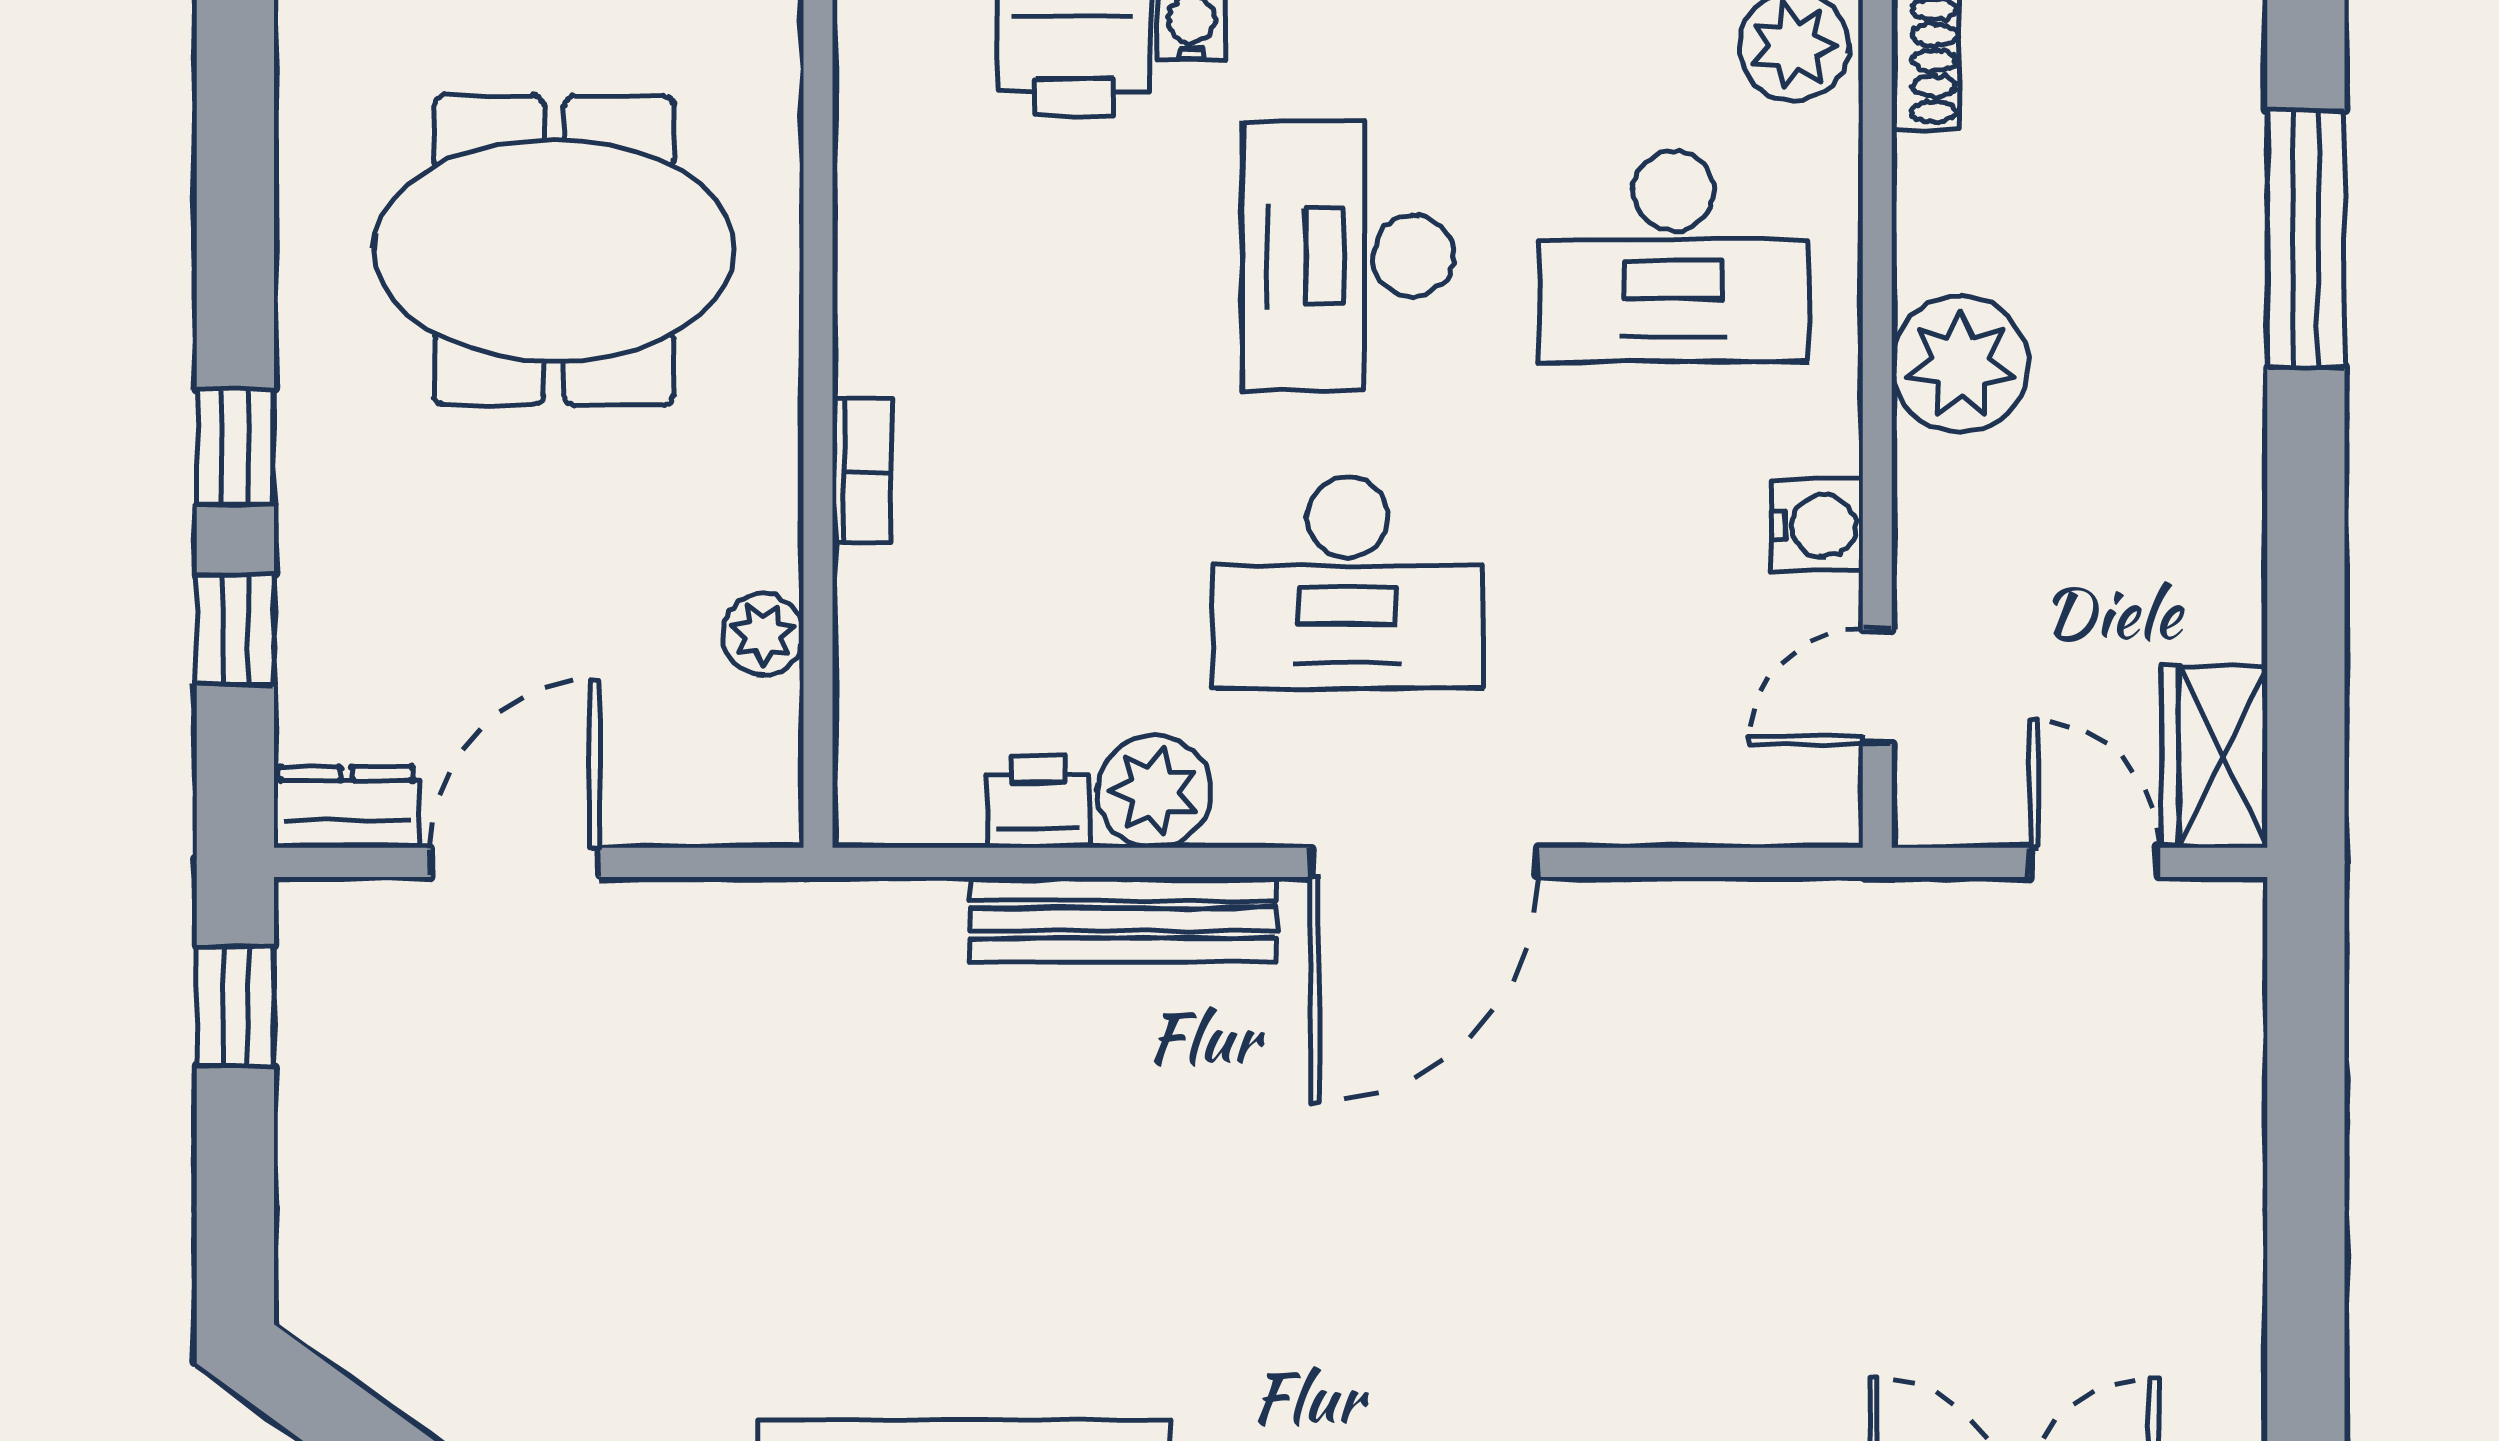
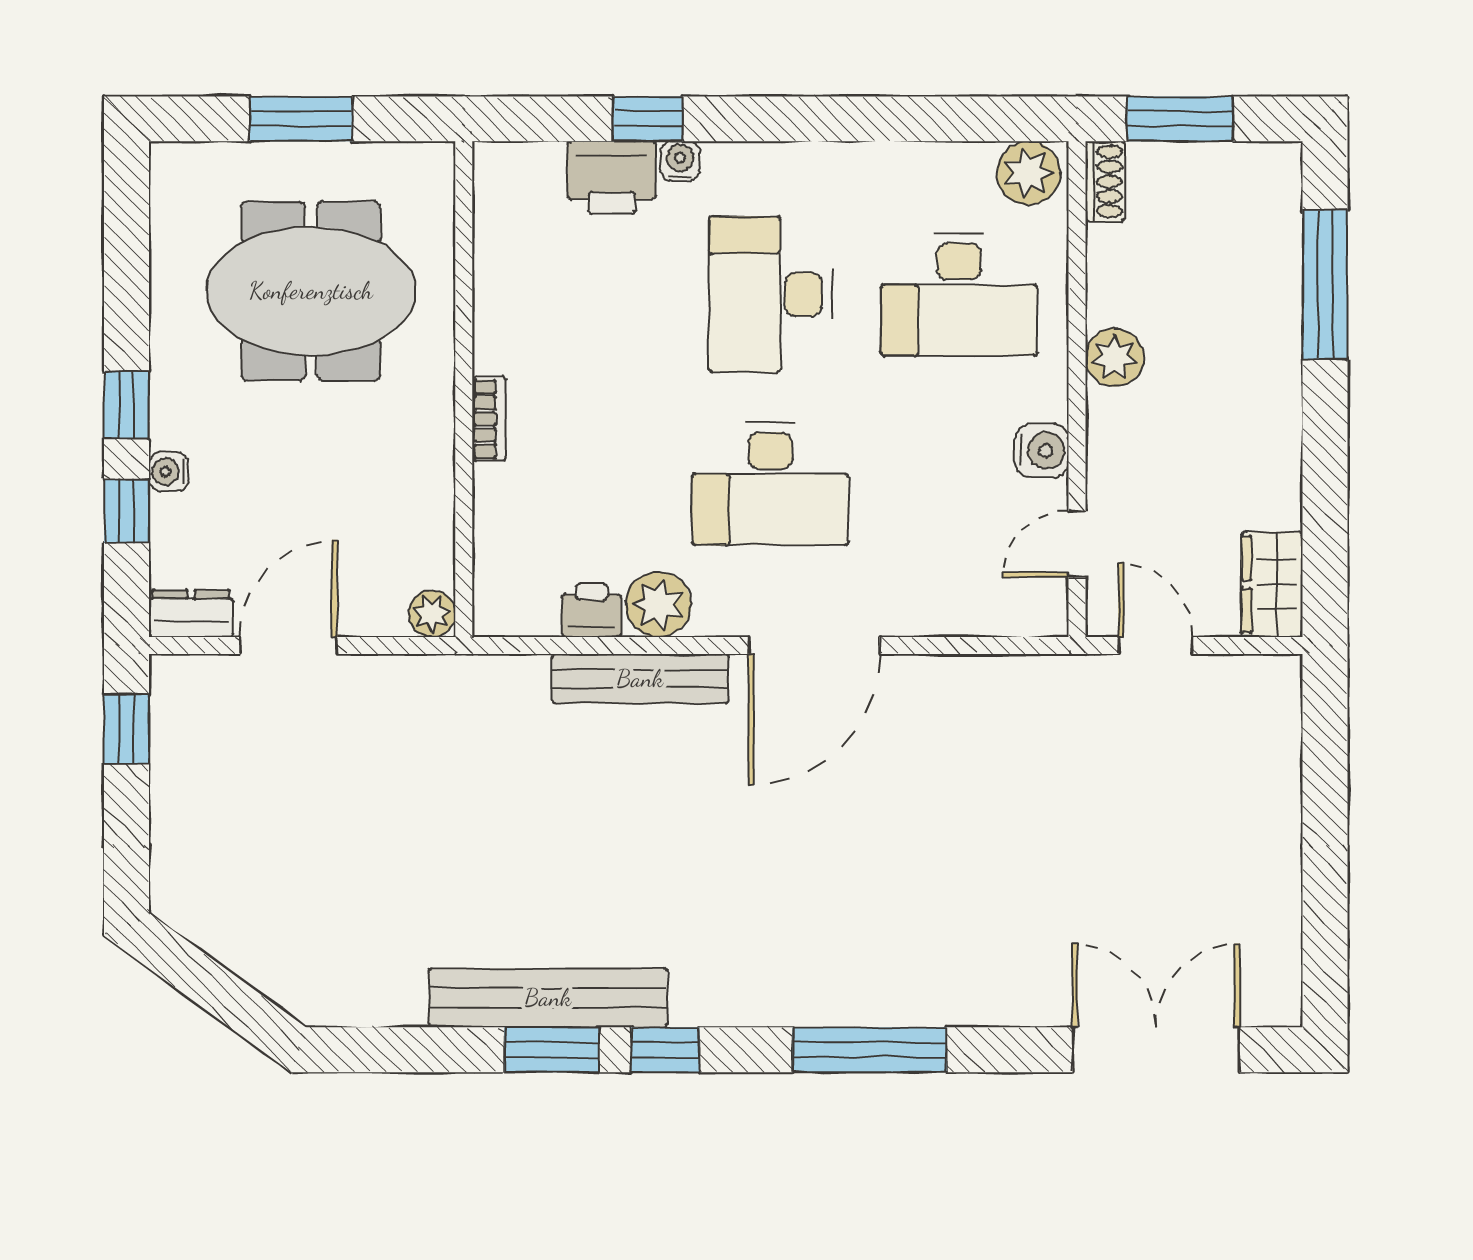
plant: (1960, 365) -> (1114, 357), width x0.73, depth x0.73
water cooler: (308, 562) -> (169, 472), added
plant: (763, 634) -> (432, 614), moved
door: (2094, 862) -> (1156, 646), moved

